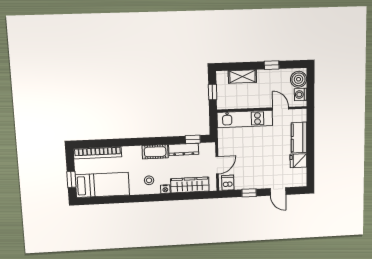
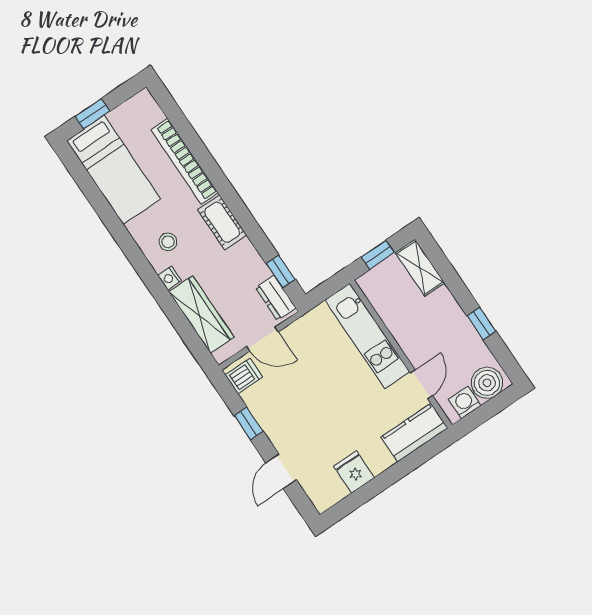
shelving: (242, 76) -> (420, 268), moved
kitchen counter: (299, 138) -> (414, 433), moved
dresser: (184, 149) -> (276, 298), moved, width x0.70
bookcase: (98, 153) -> (185, 161), moved

